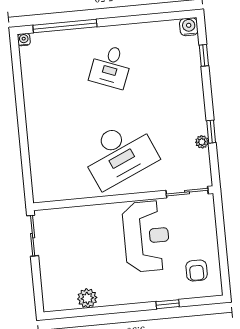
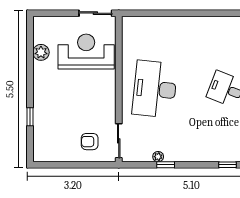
desk: (119, 154) -> (155, 89), turned 30
reception desk: (146, 236) -> (86, 52), moved, turned 180
armchair: (197, 270) -> (90, 142), moved

